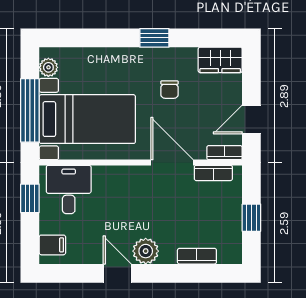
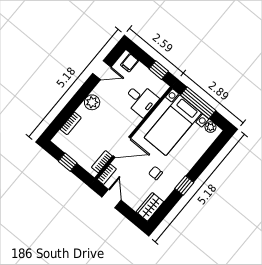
desk: (69, 189) -> (141, 100), moved
door: (117, 273) -> (102, 70), moved

